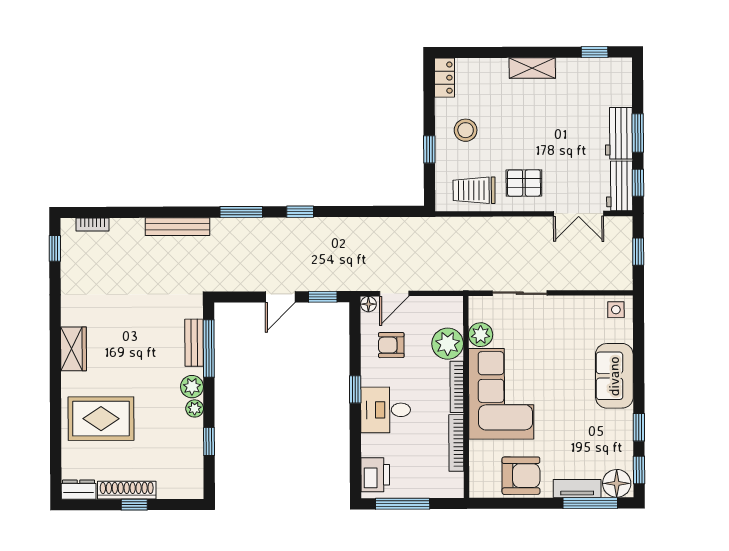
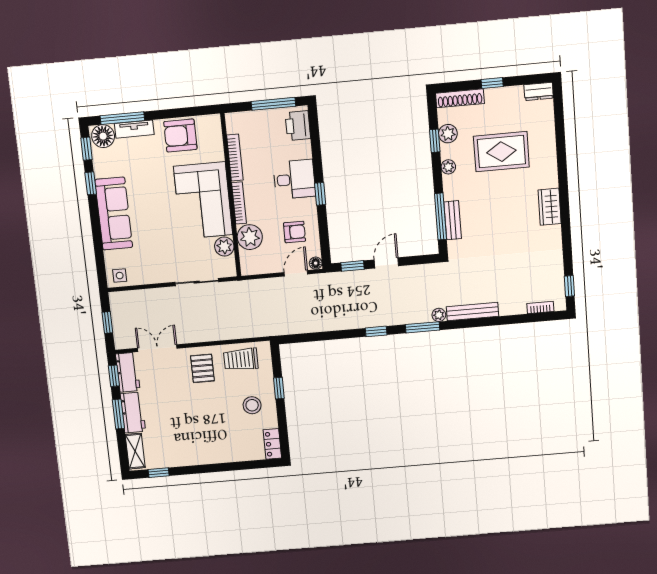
shelving: (532, 68) -> (135, 451), moved, turned 90
pallet: (524, 183) -> (202, 368), turned 90
trolley: (474, 190) -> (241, 359), turned 180
plant: (220, 226) -> (439, 315), added
sofa: (614, 376) -> (114, 214), width x1.36
plant: (192, 387) -> (448, 134), moved
rug: (101, 419) -> (501, 152), moved
shoe rack: (127, 490) -> (460, 98), moved

